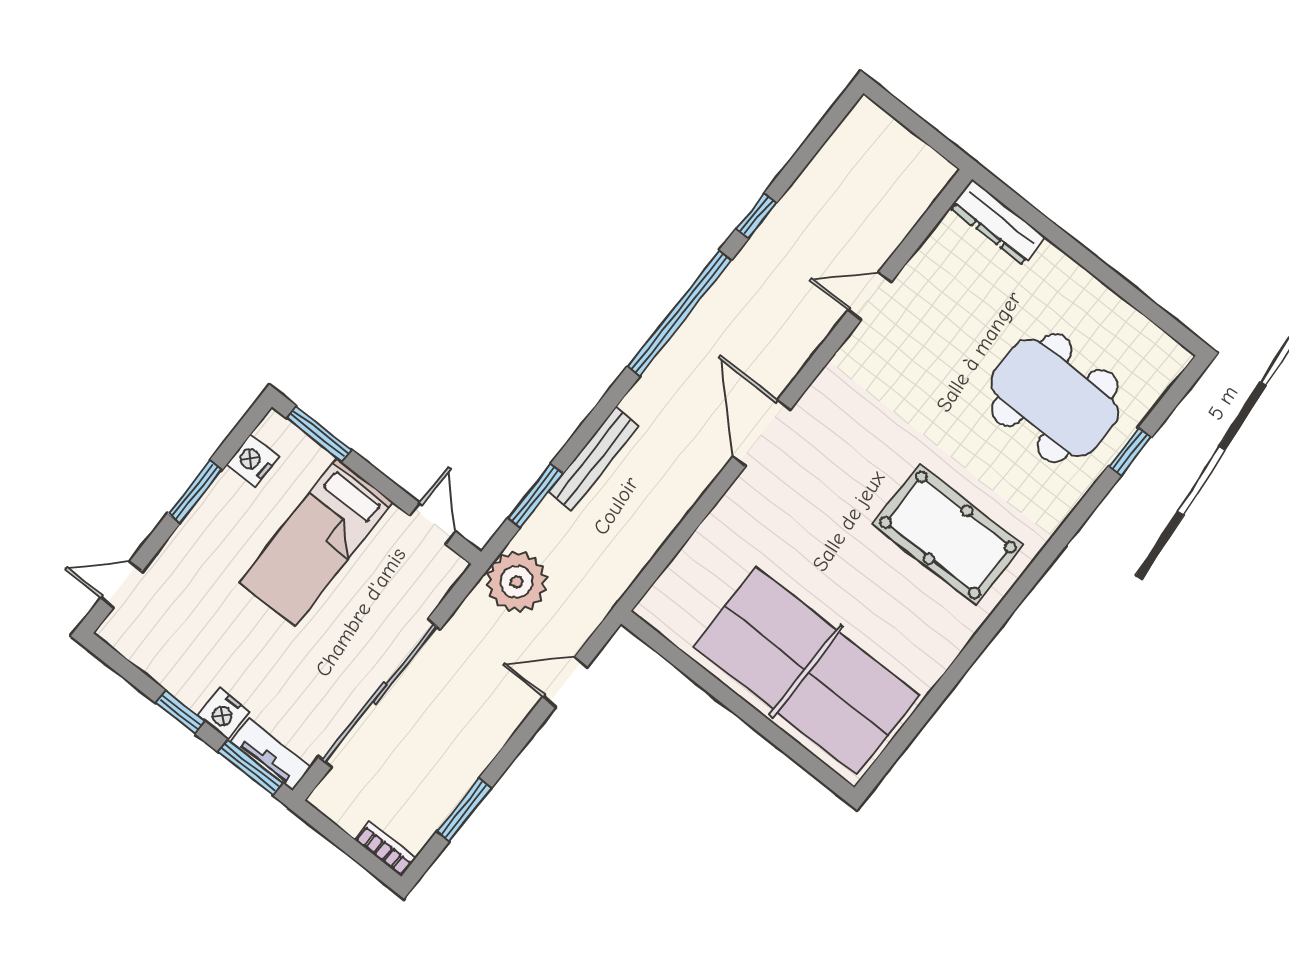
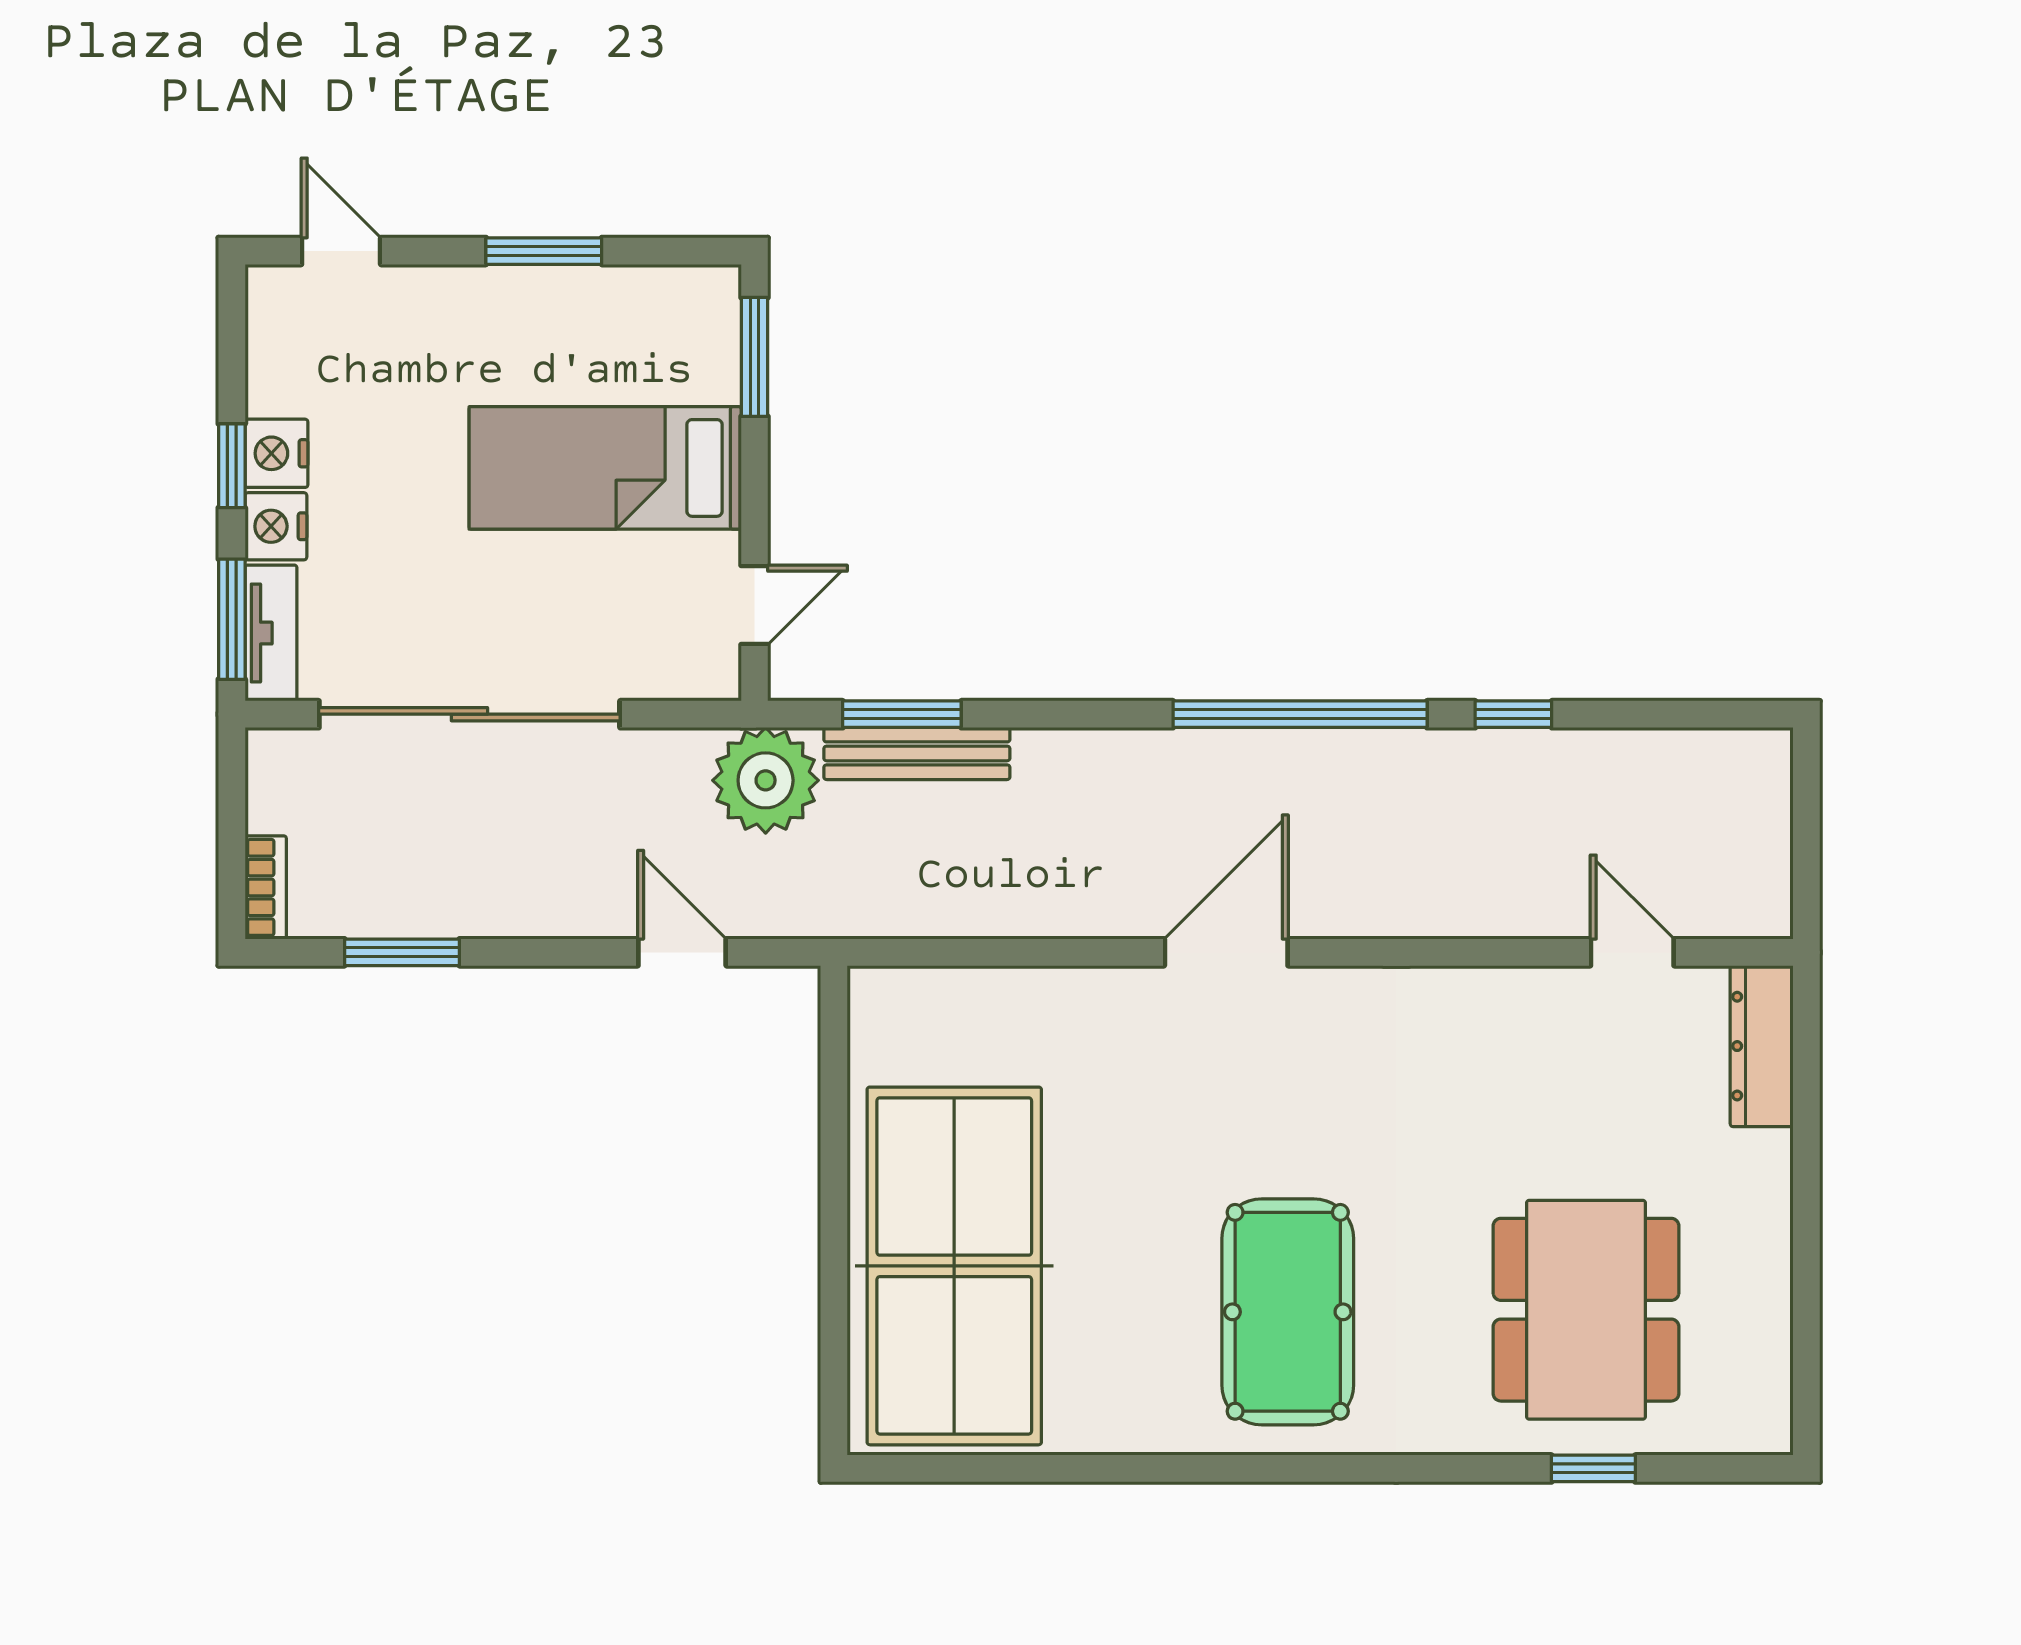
door: (870, 296) -> (1632, 952), moved
bench: (594, 459) -> (917, 753), moved
nightstand: (252, 461) -> (276, 453), moved, turned -90

